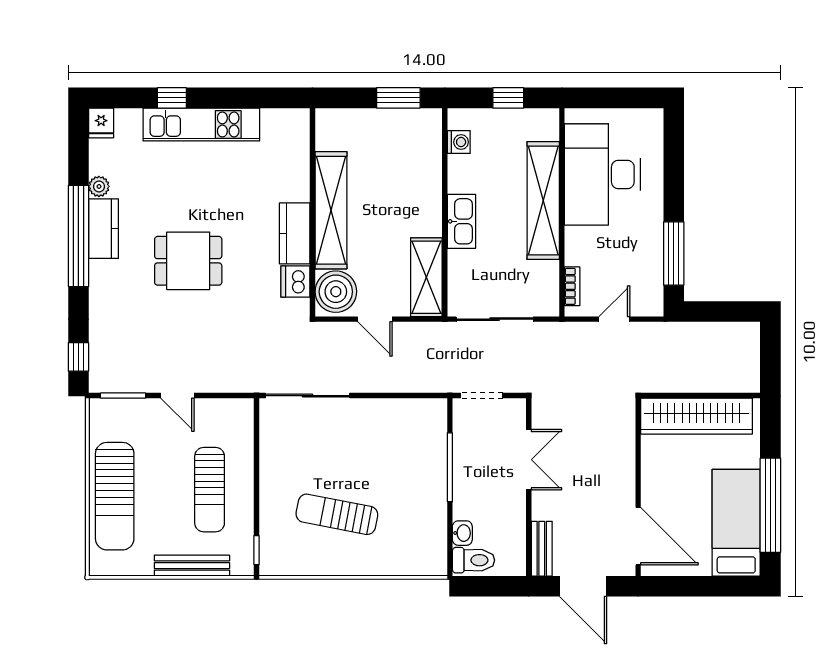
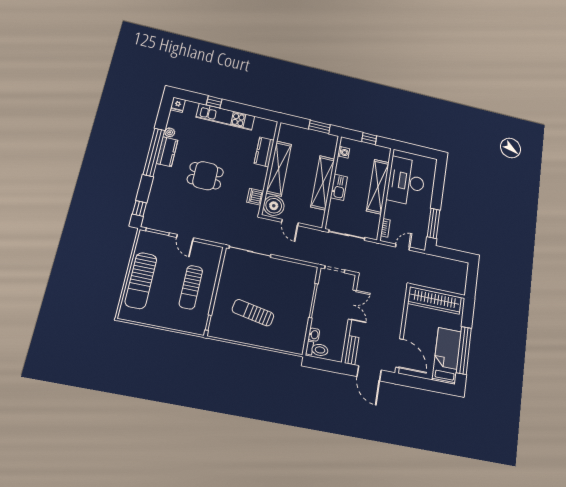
kitchen counter: (295, 233) -> (264, 152), moved
shelving: (426, 277) -> (323, 183), moved, width x1.47
bench: (192, 566) -> (173, 324), removed

